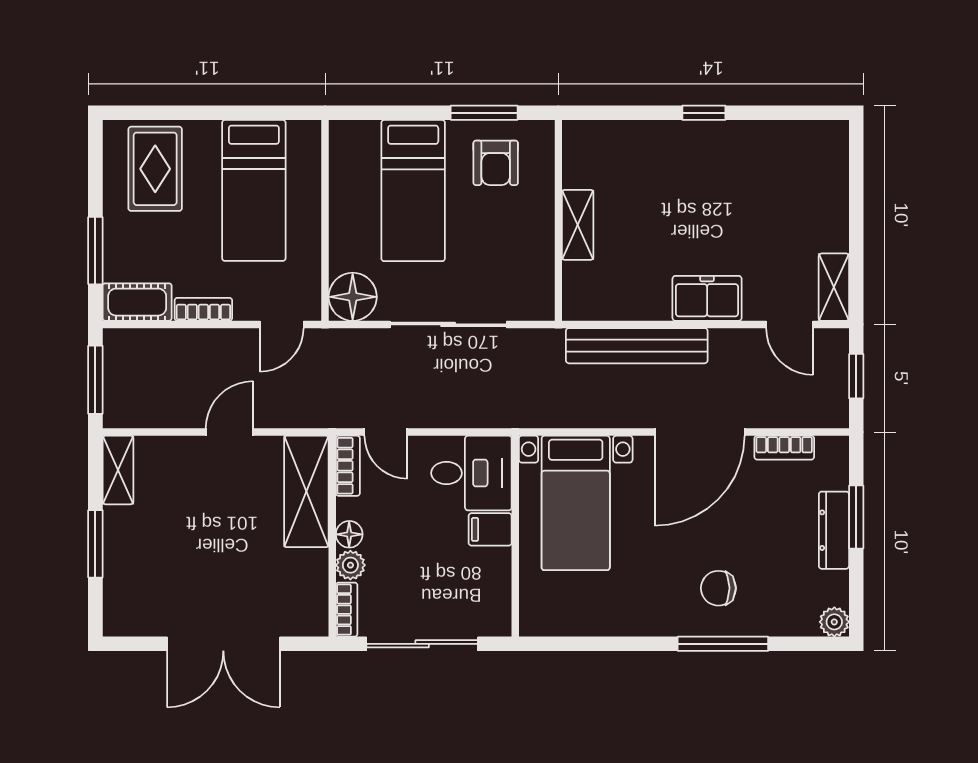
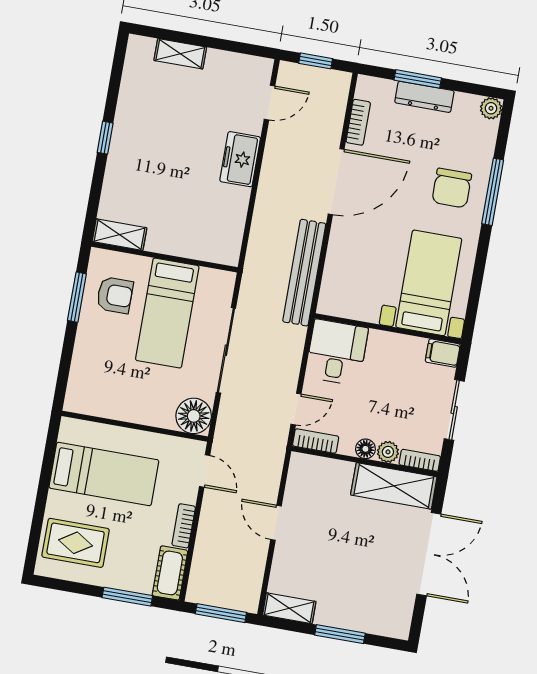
bed: (413, 191) -> (167, 313), moved, turned 90
shelving: (578, 225) -> (120, 235), moved
shelving: (834, 287) -> (180, 54), moved
bench: (637, 346) -> (304, 273), moved
door: (700, 432) -> (336, 182), hinge flipped
shelving: (306, 491) -> (394, 486), moved
bed with nightstands: (576, 503) -> (429, 283), moved, turned -90
filing cabinet: (490, 529) -> (443, 353), moved, turned 90
chair: (718, 588) -> (452, 188), width x1.37, depth x1.37
sliding door: (422, 644) -> (454, 410), width x0.73

